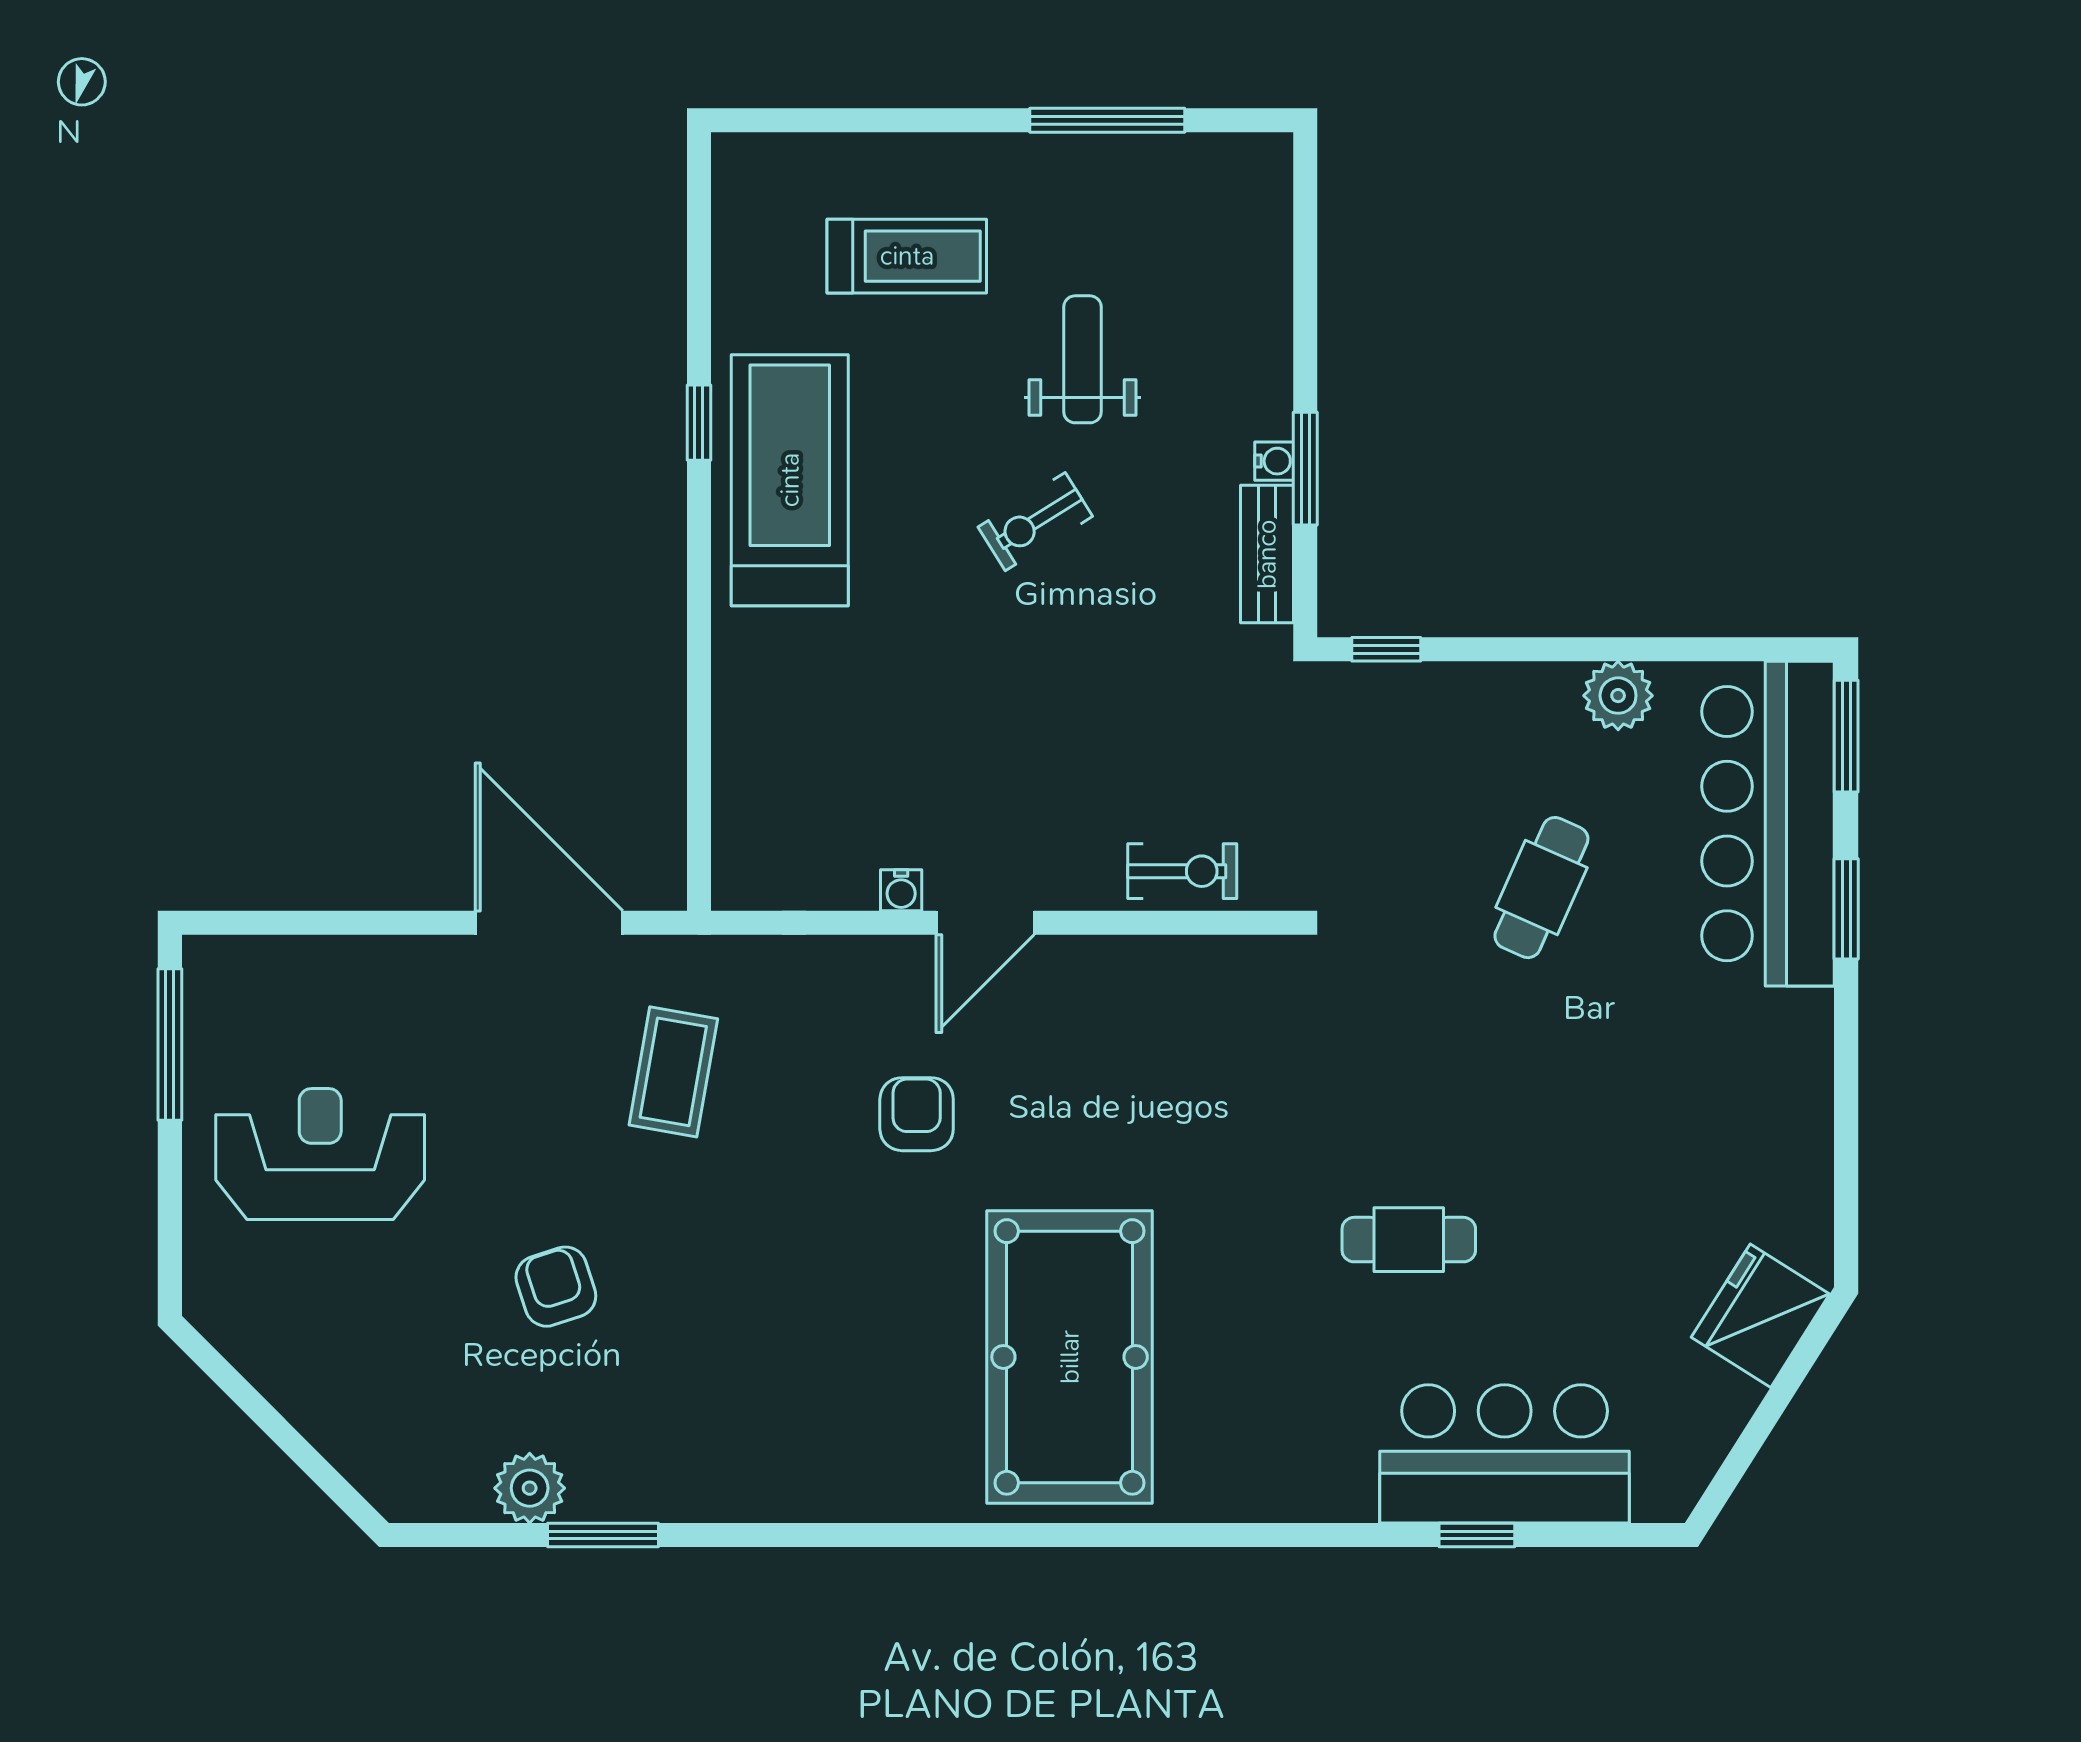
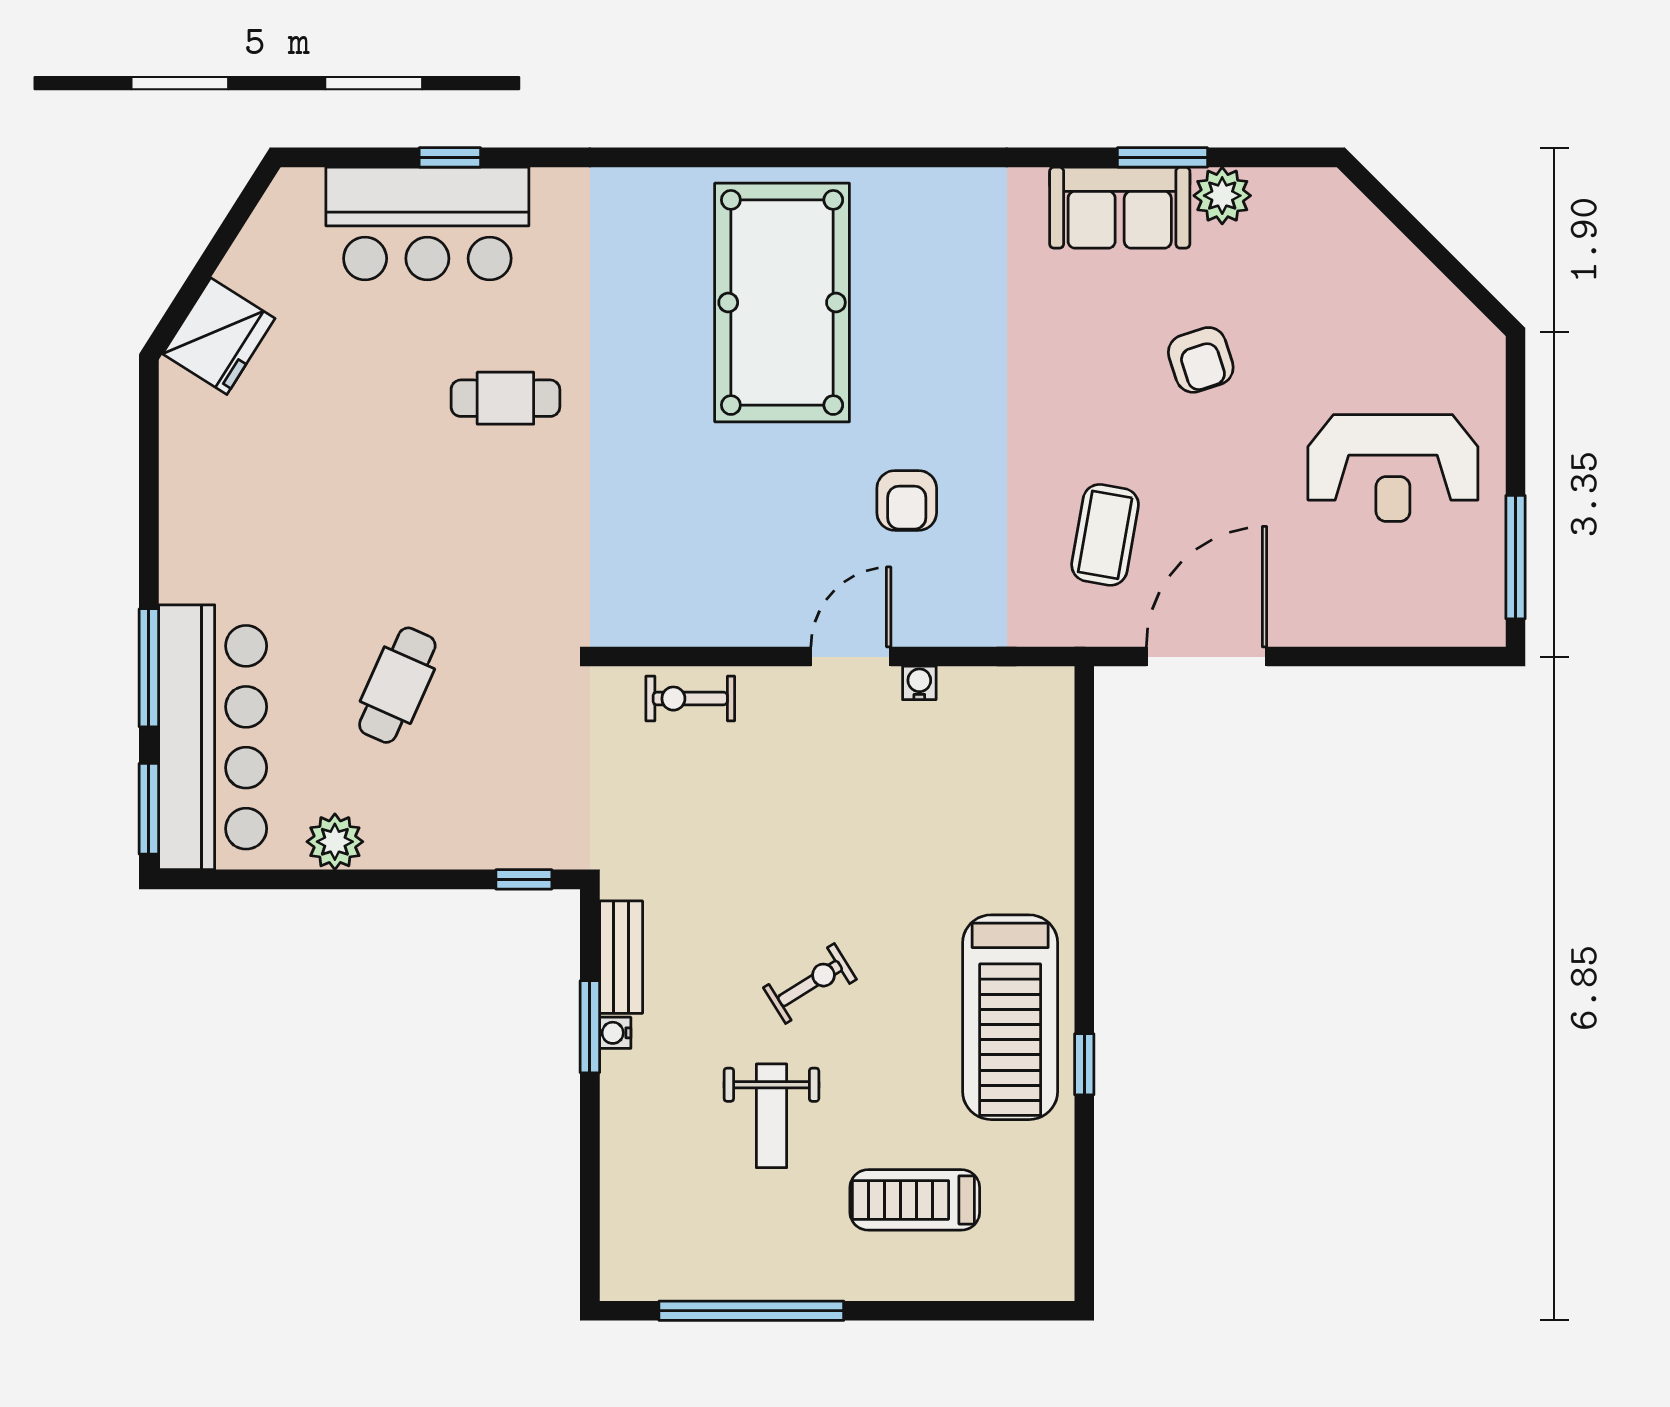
window: (1107, 120) -> (751, 1311), width x1.46
window: (1846, 909) -> (149, 668), width x1.44
door: (549, 923) -> (1206, 657), swing flipped
sofa: (655, 1473) -> (1120, 208), added

